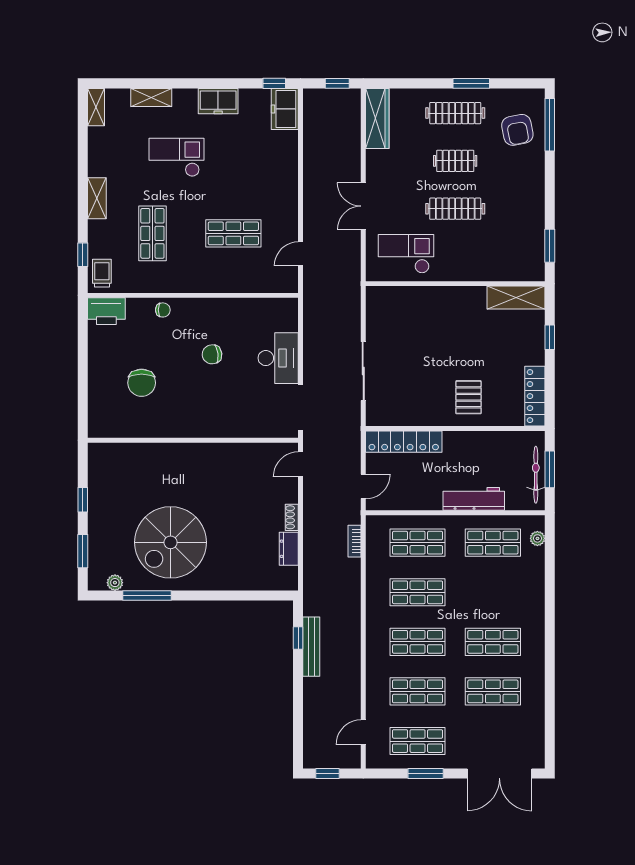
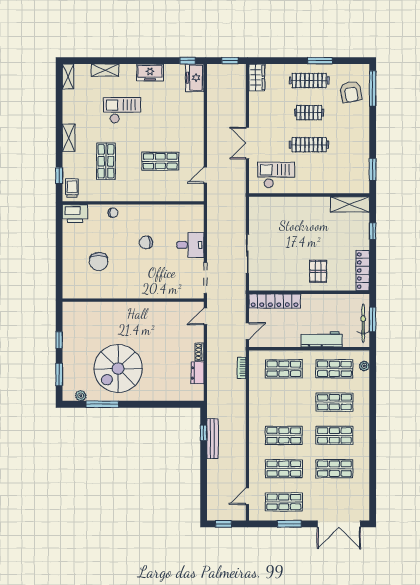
wardrobe: (377, 118) -> (257, 77), width x0.67
desk: (278, 358) -> (190, 245), width x0.73
shop shelf: (418, 592) -> (334, 402), moved

